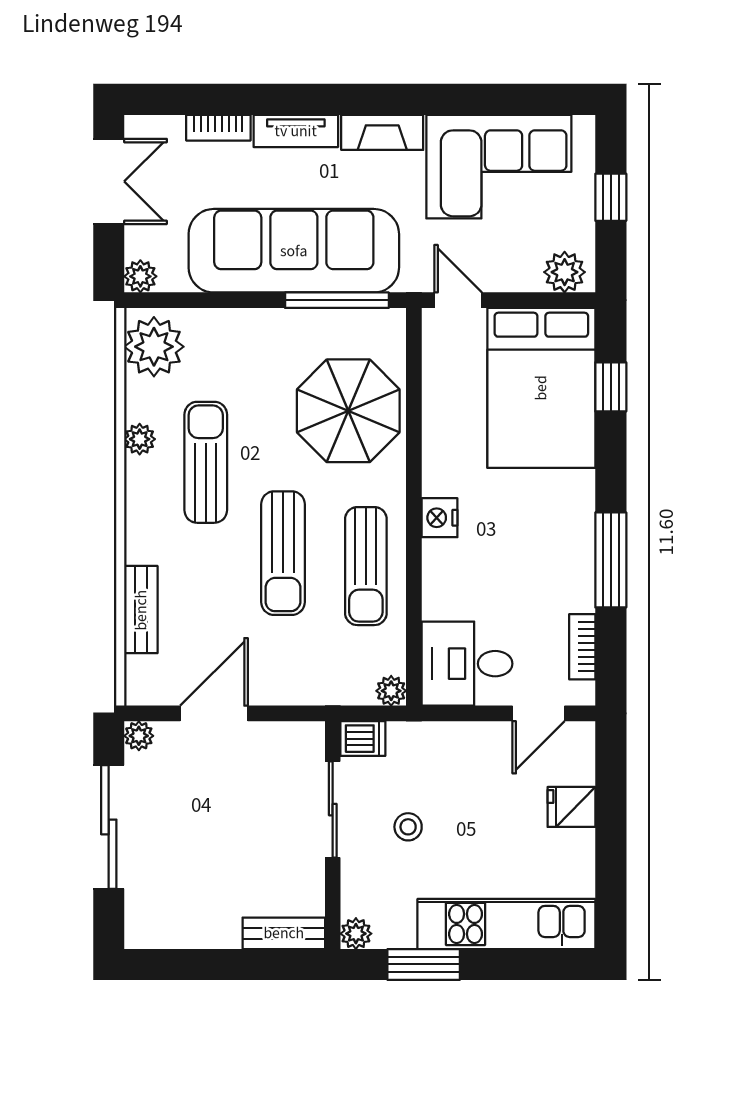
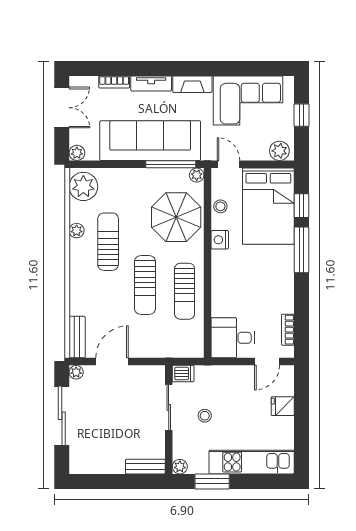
stool: (441, 388) -> (220, 206), added
nightstand: (440, 518) -> (220, 240), moved
window: (611, 560) -> (301, 250), moved
bench: (141, 610) -> (77, 337), moved
plant: (391, 691) -> (197, 175), moved

